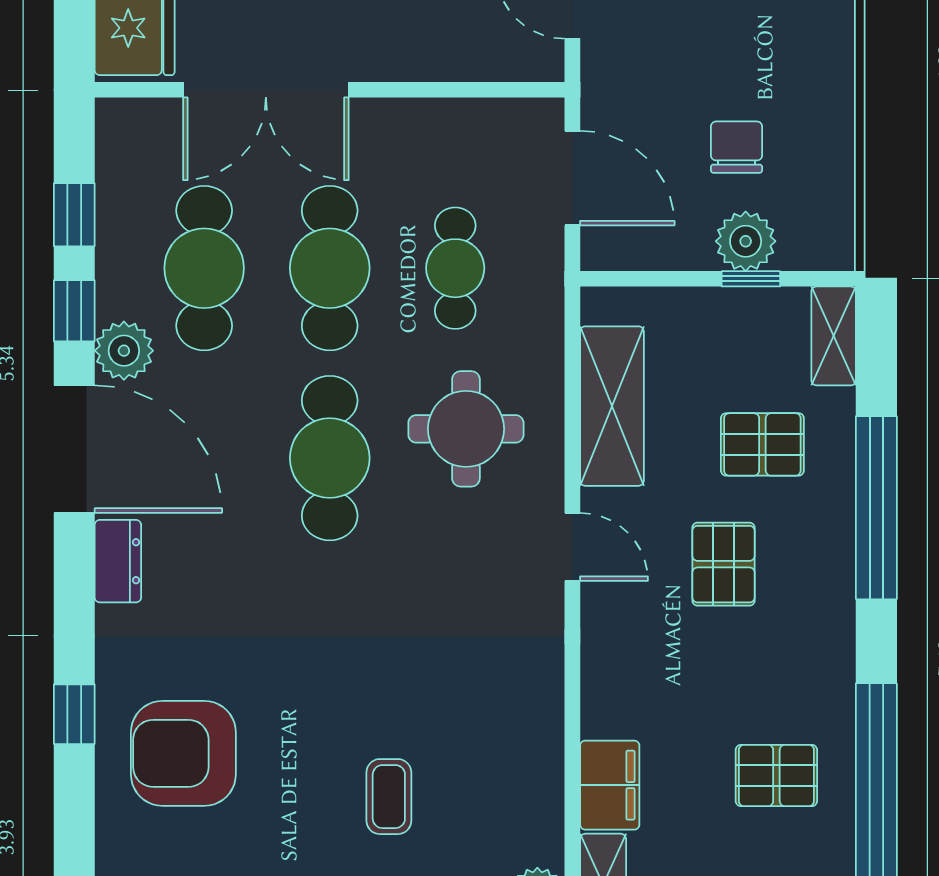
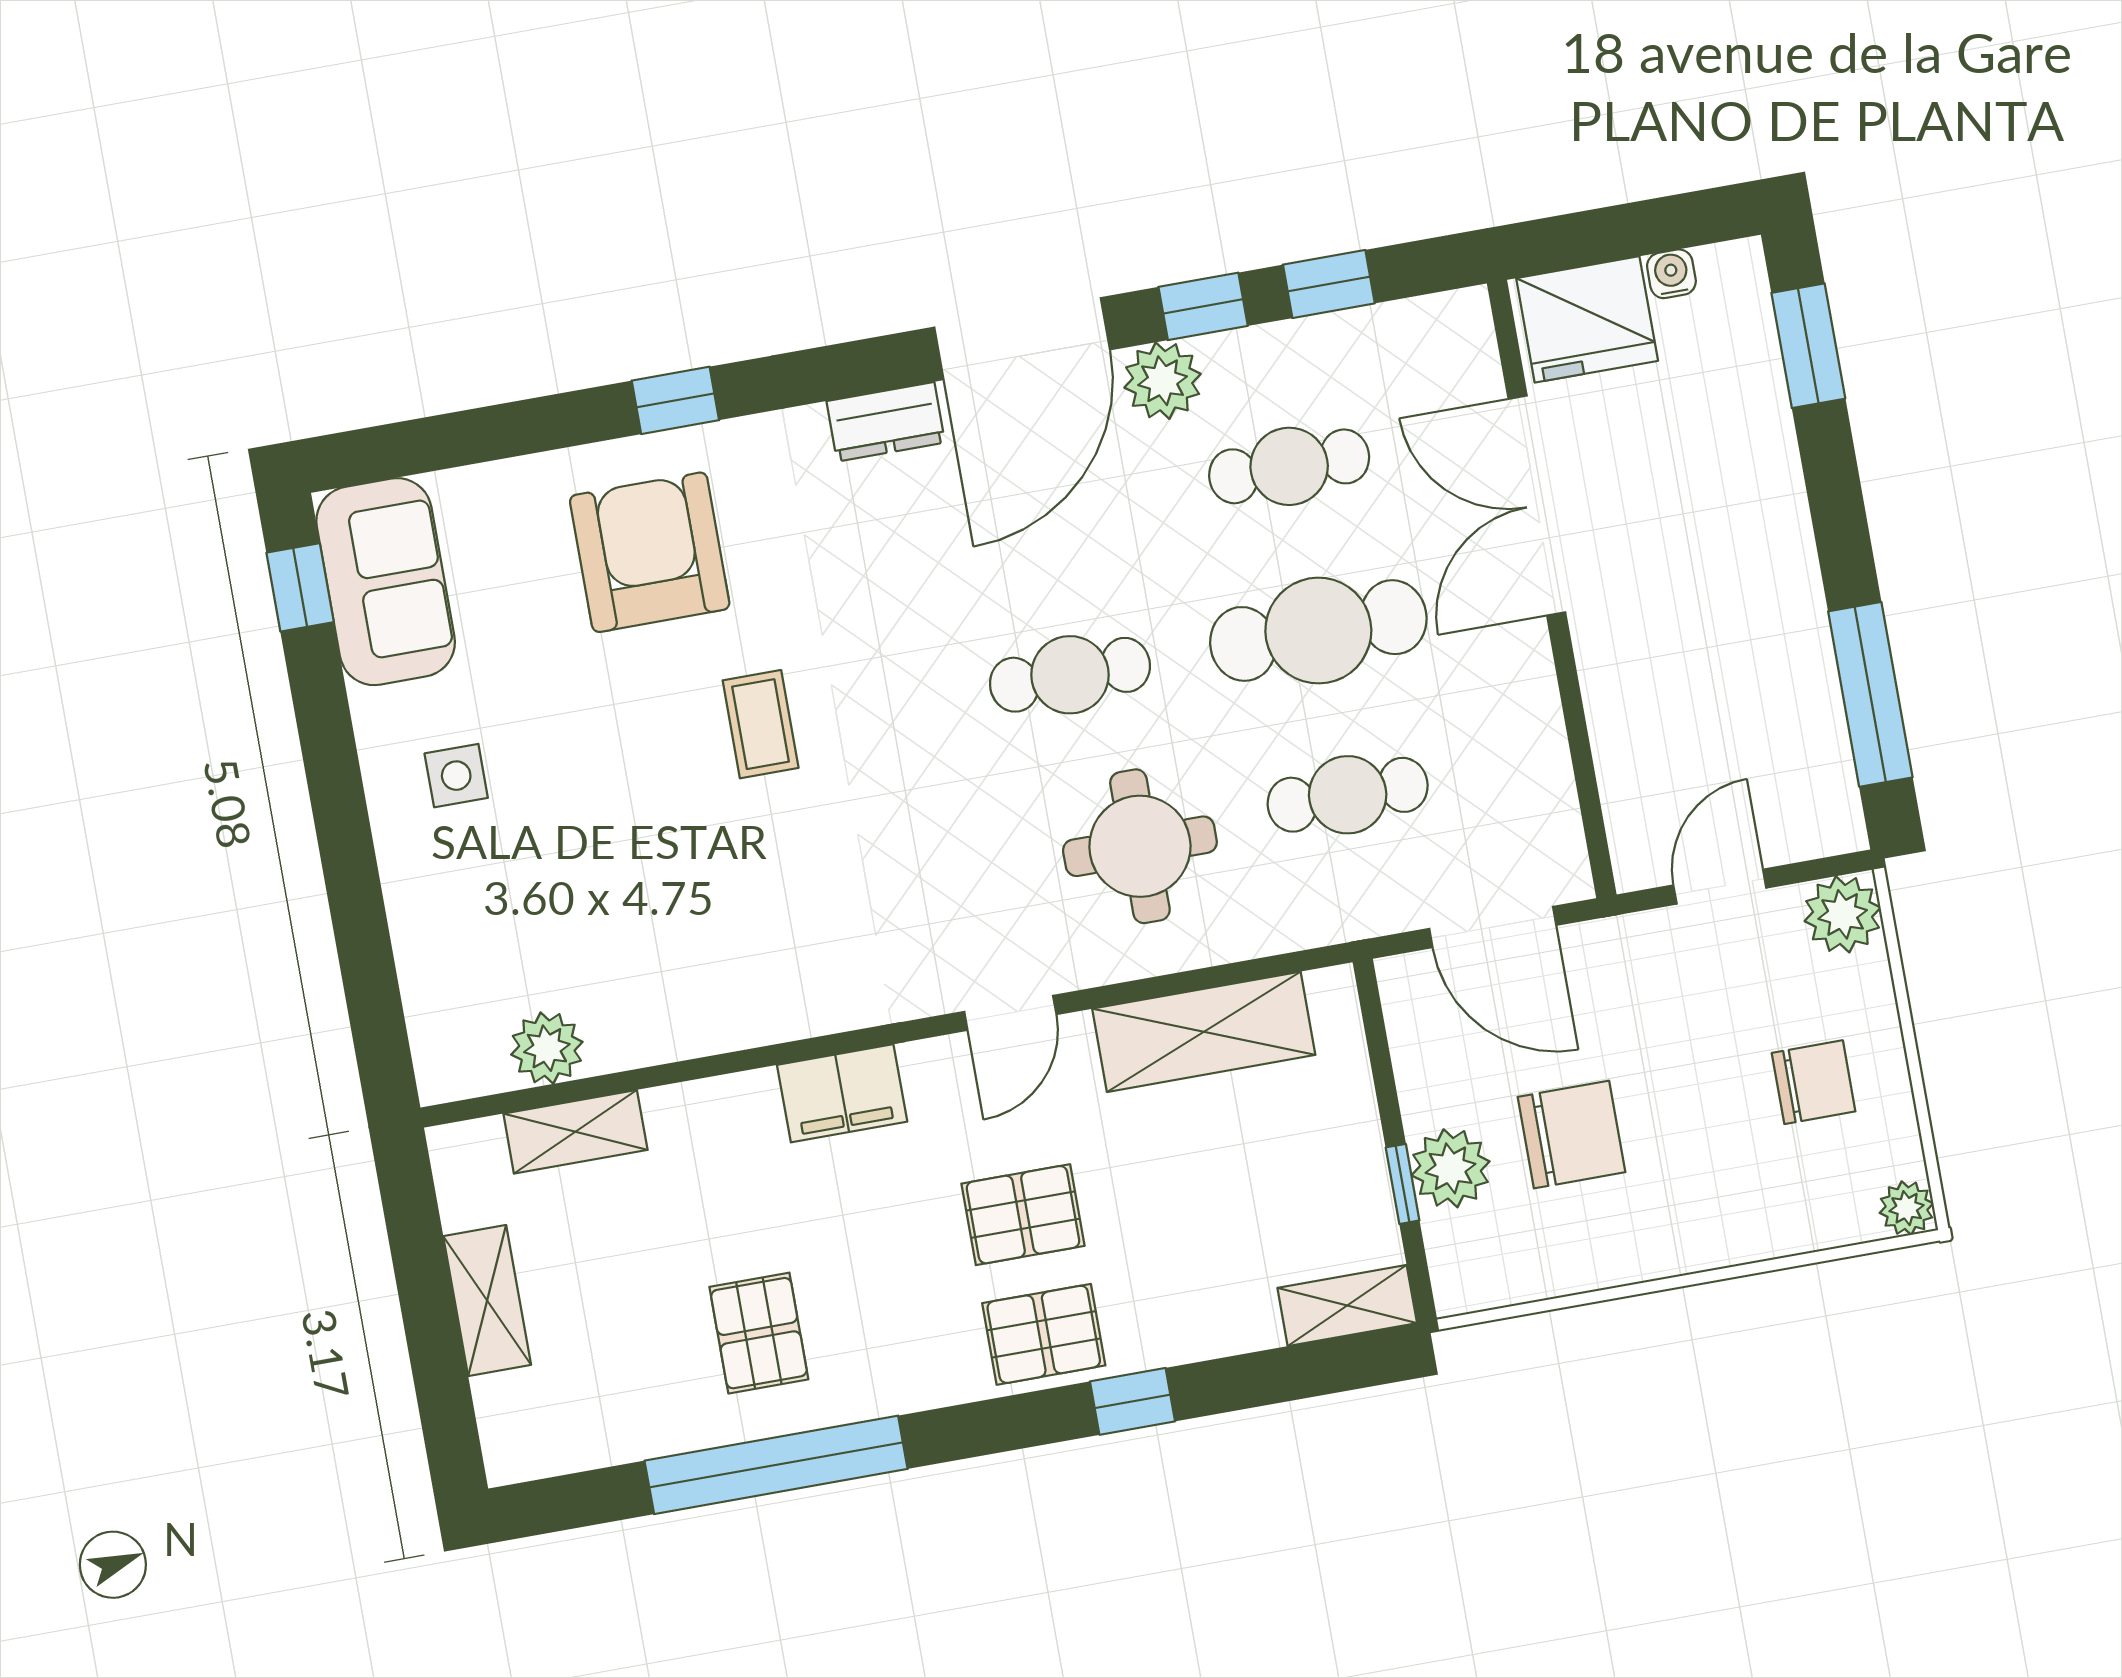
chair: (737, 147) -> (1571, 1135), width x1.37, depth x1.37
door: (572, 178) -> (1493, 927), hinge flipped
cafe table: (204, 268) -> (1289, 466), width x0.73, depth x0.74
pallet: (762, 444) -> (1044, 1334), moved, turned 90
cafe table: (330, 458) -> (1070, 675), width x0.73, depth x0.74
window: (876, 508) -> (1133, 1401), width x0.32
filing cabinet: (610, 785) -> (842, 1093), moved
coffee table: (389, 797) -> (761, 724), moved, turned 90

